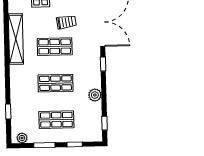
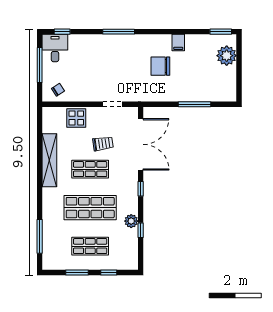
shop shelf: (56, 83) -> (90, 208), width x1.43, depth x1.36
window: (8, 112) -> (40, 236), width x2.17
window: (104, 123) -> (141, 230), moved
plant: (22, 138) -> (54, 264), removed

